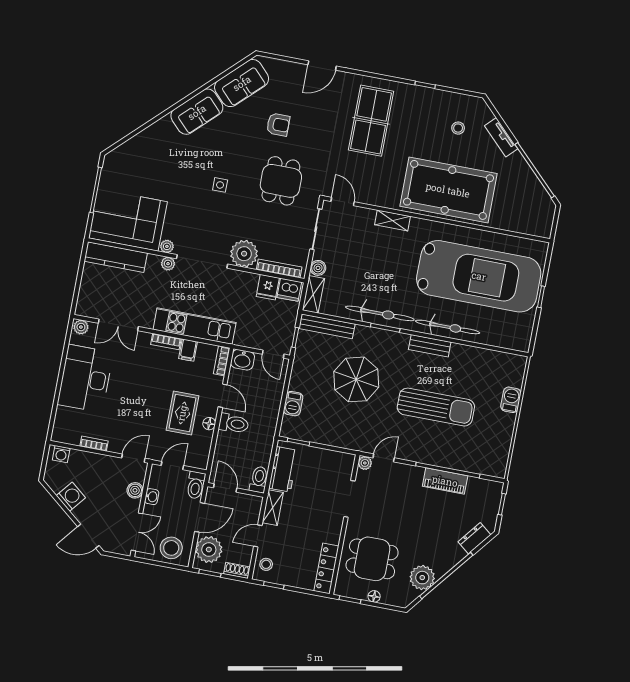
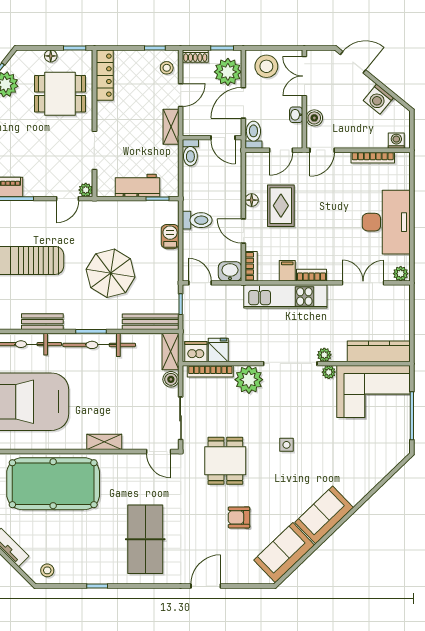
stool: (458, 128) -> (47, 570), moved
toilet: (234, 423) -> (197, 220), moved, turned 180
bookcase: (94, 444) -> (373, 158), width x1.56
workbench: (283, 469) -> (137, 185), moved, turned 90

